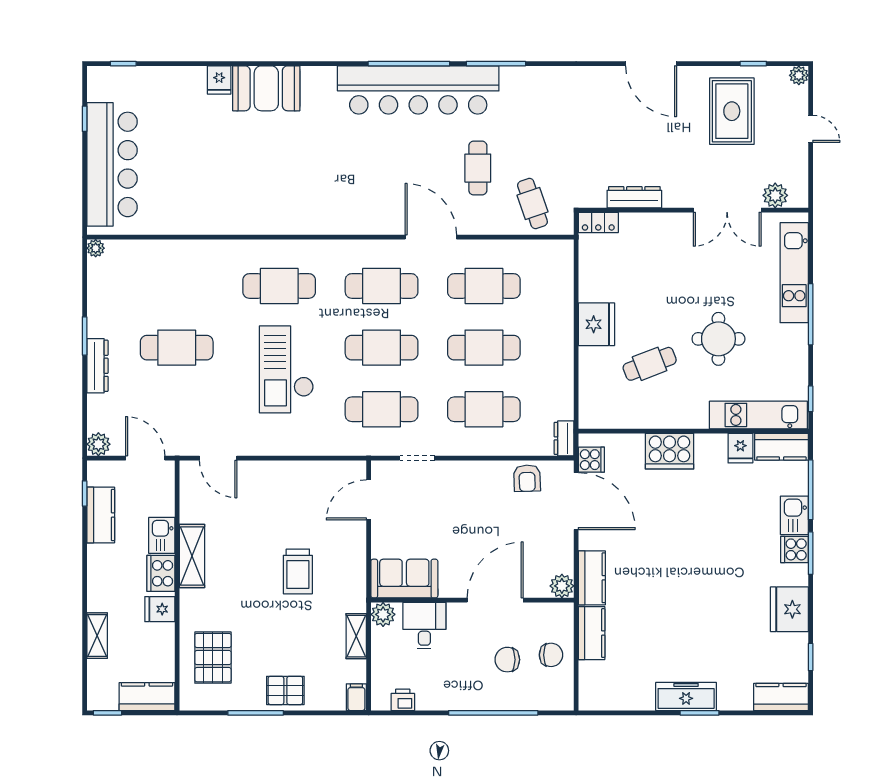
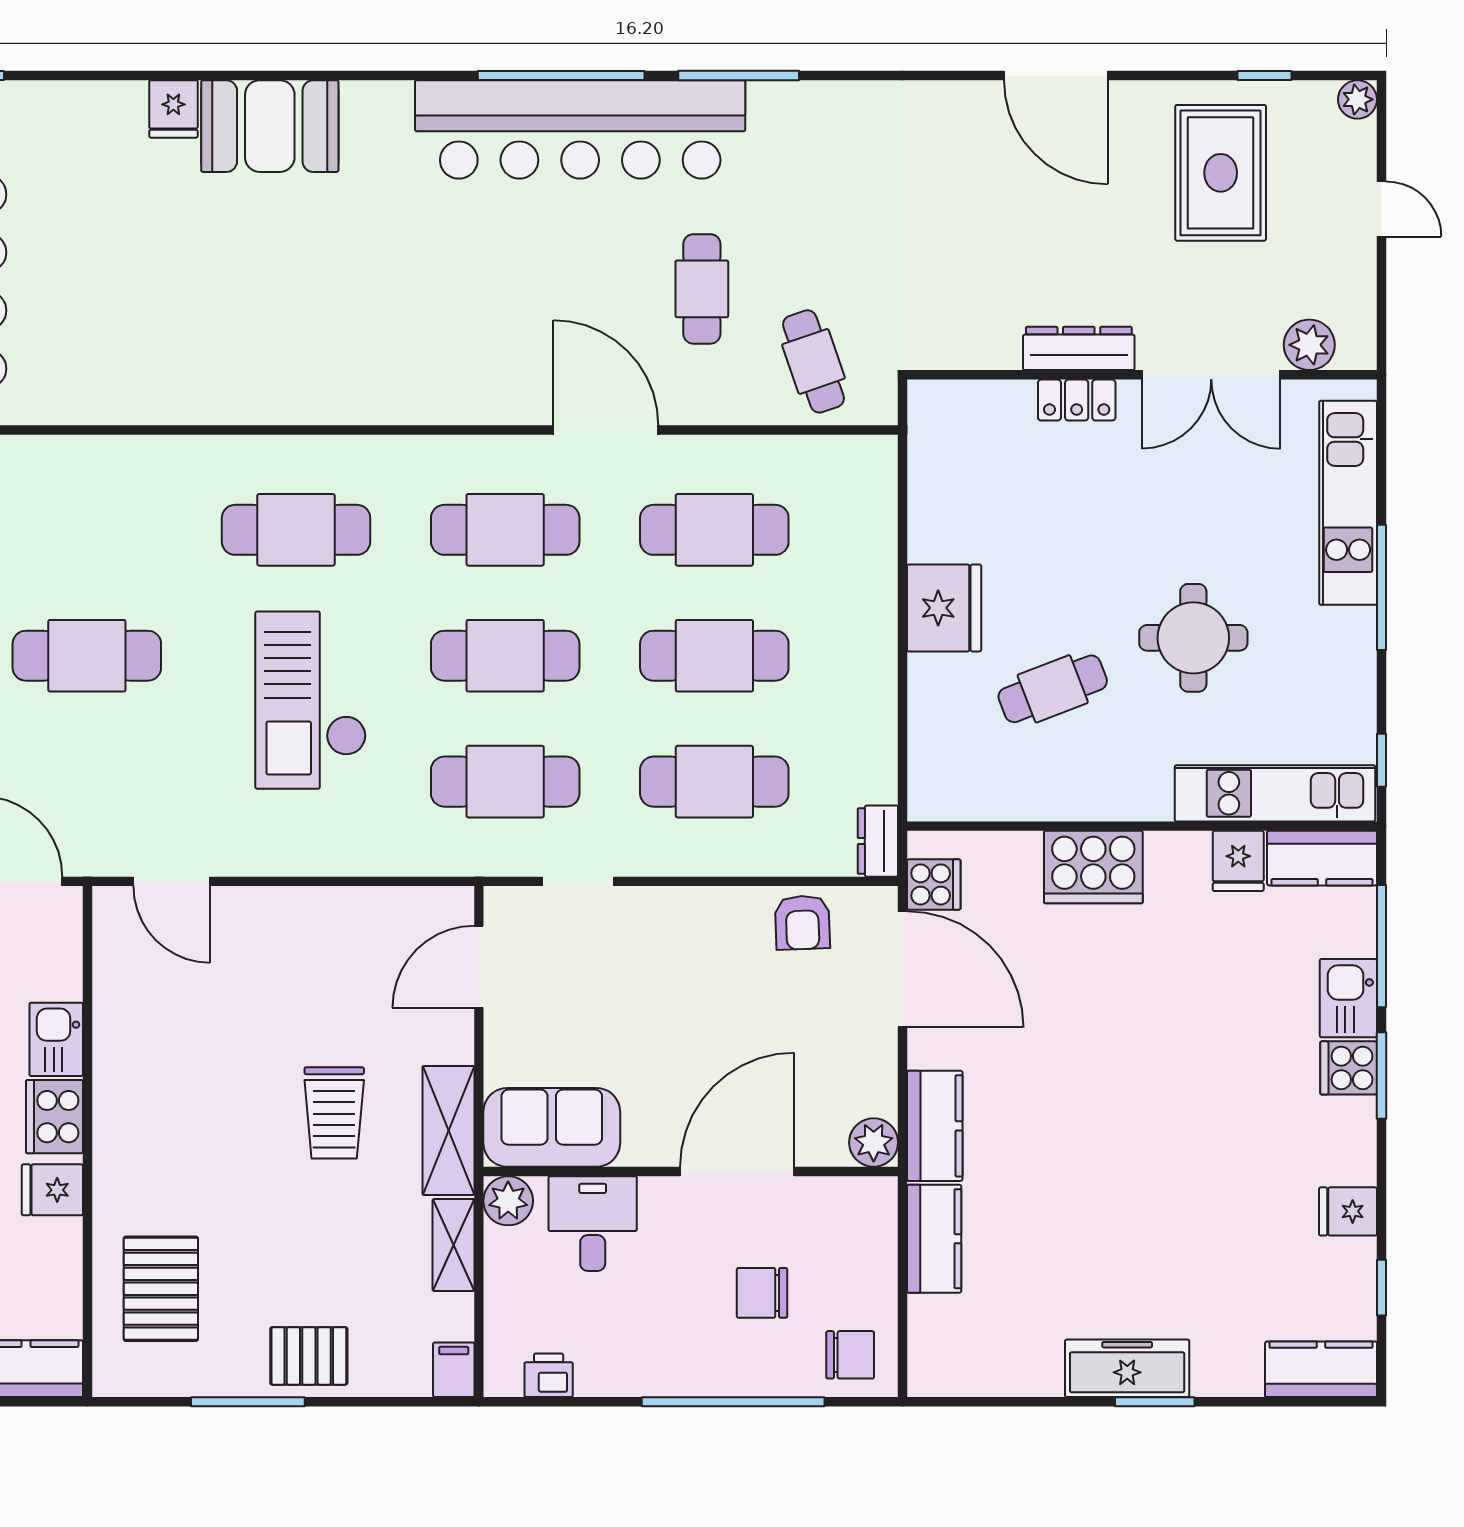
dresser: (634, 197) -> (1079, 348), moved
locker: (598, 222) -> (1077, 400), moved
shelving: (192, 556) -> (448, 1130), moved
fridge: (789, 609) -> (1348, 1211), width x0.53, depth x0.75
chair: (551, 655) -> (850, 1355), moved

